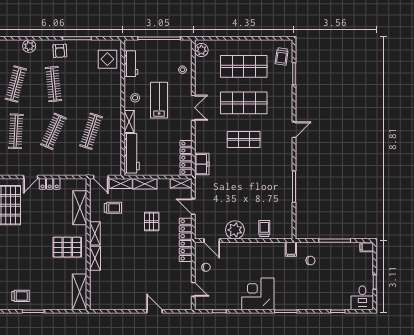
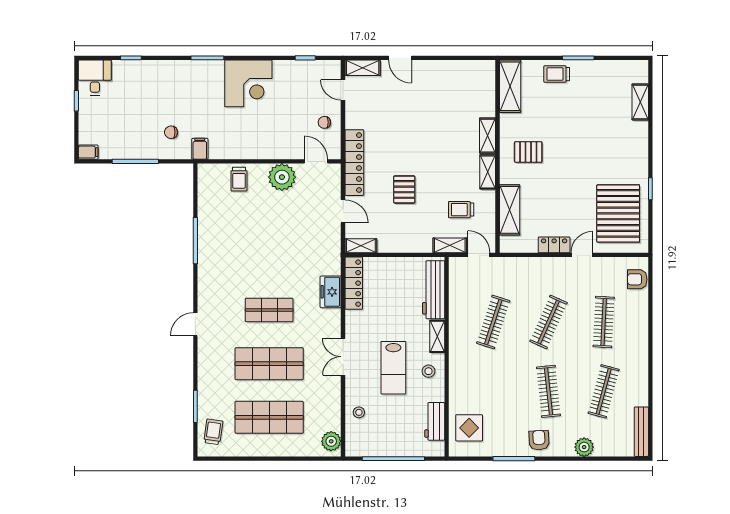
freezer: (202, 164) -> (331, 292), moved
shelving: (145, 184) -> (363, 68), moved
pallet: (67, 247) -> (528, 152), width x0.67, depth x0.71
trolley: (21, 296) -> (557, 74), moved

